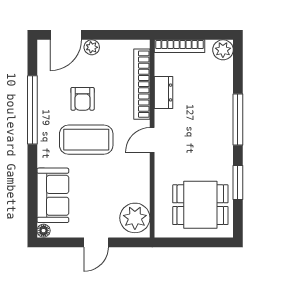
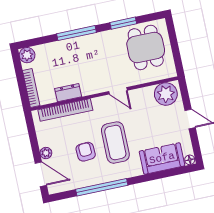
armchair: (83, 99) -> (86, 152), turned -93
door: (152, 140) -> (118, 91), moved

